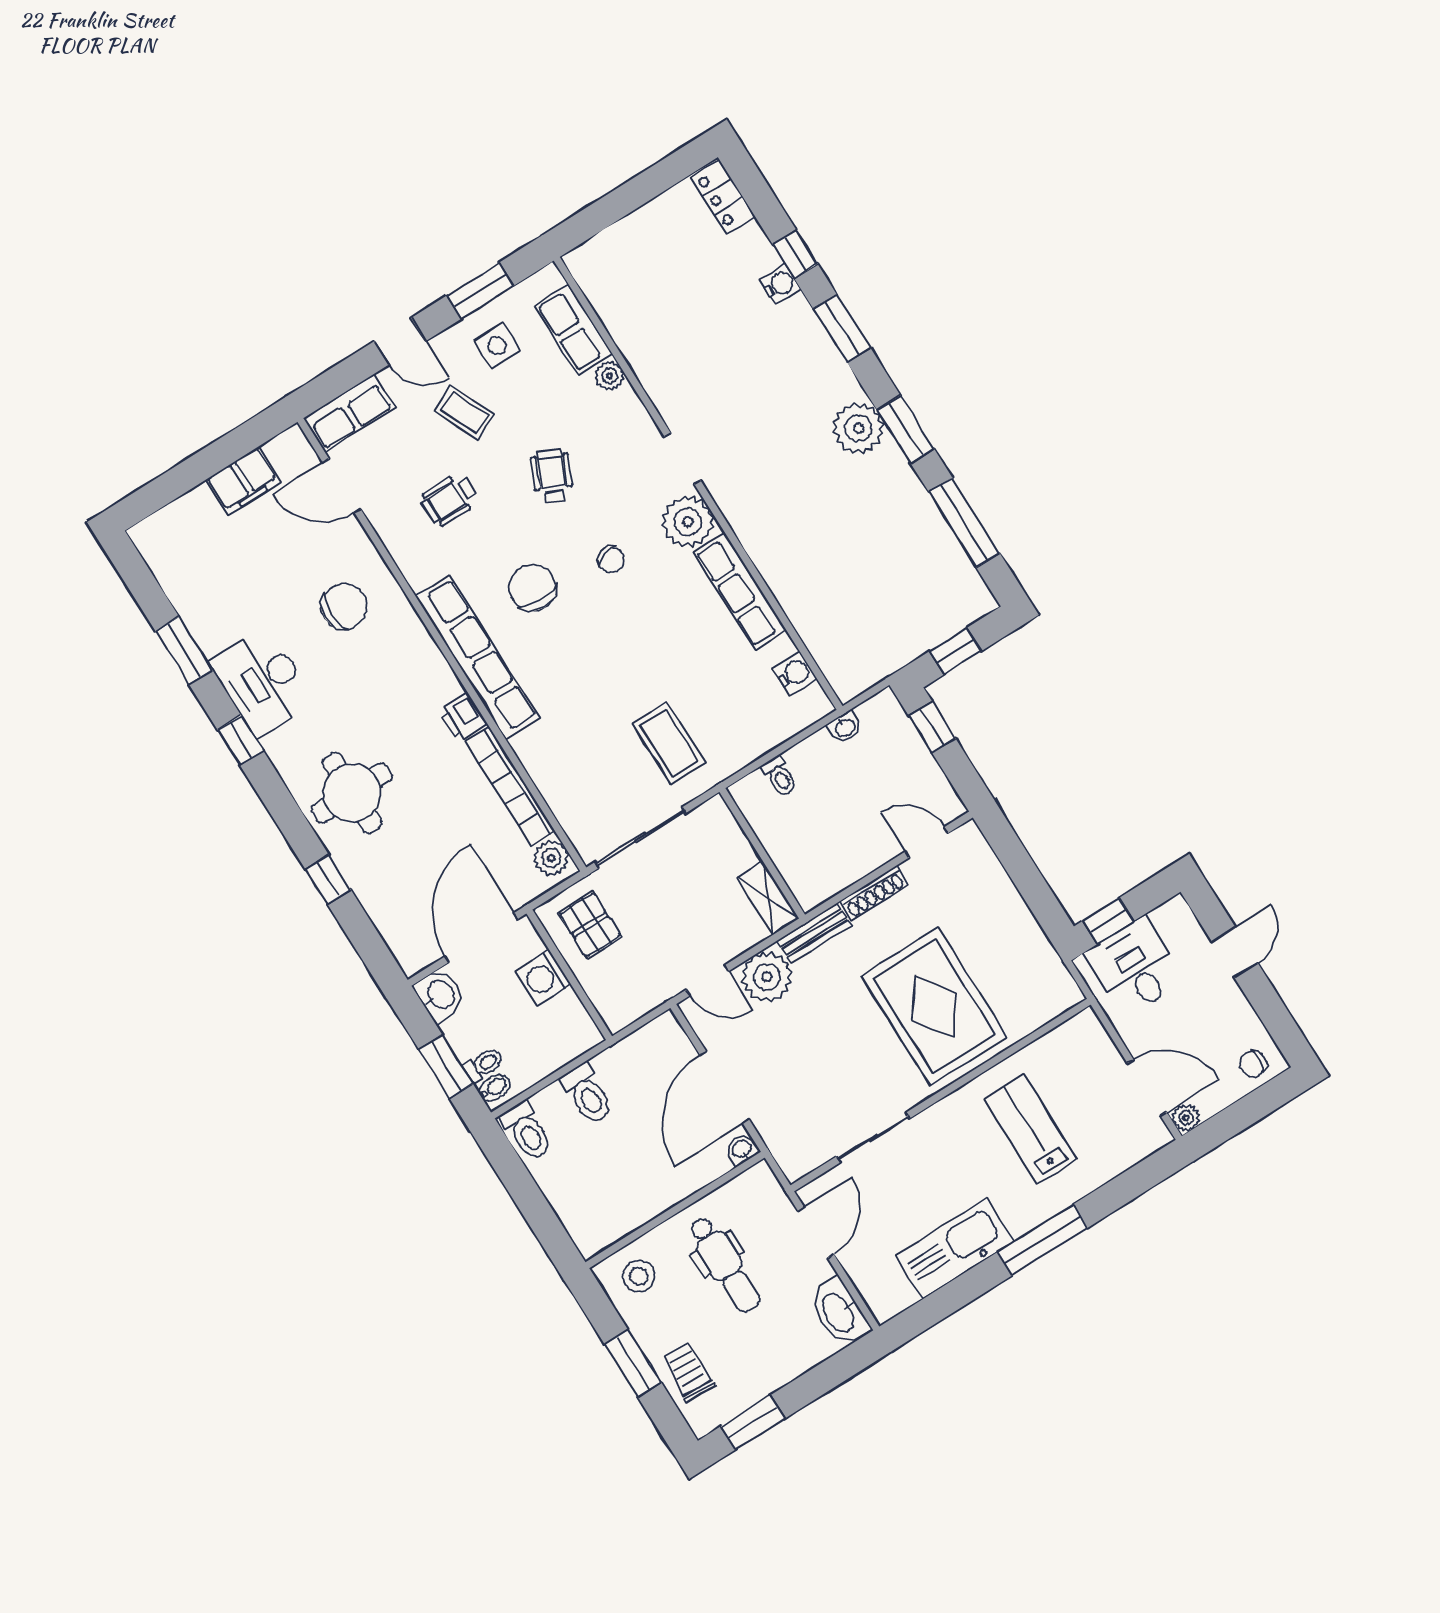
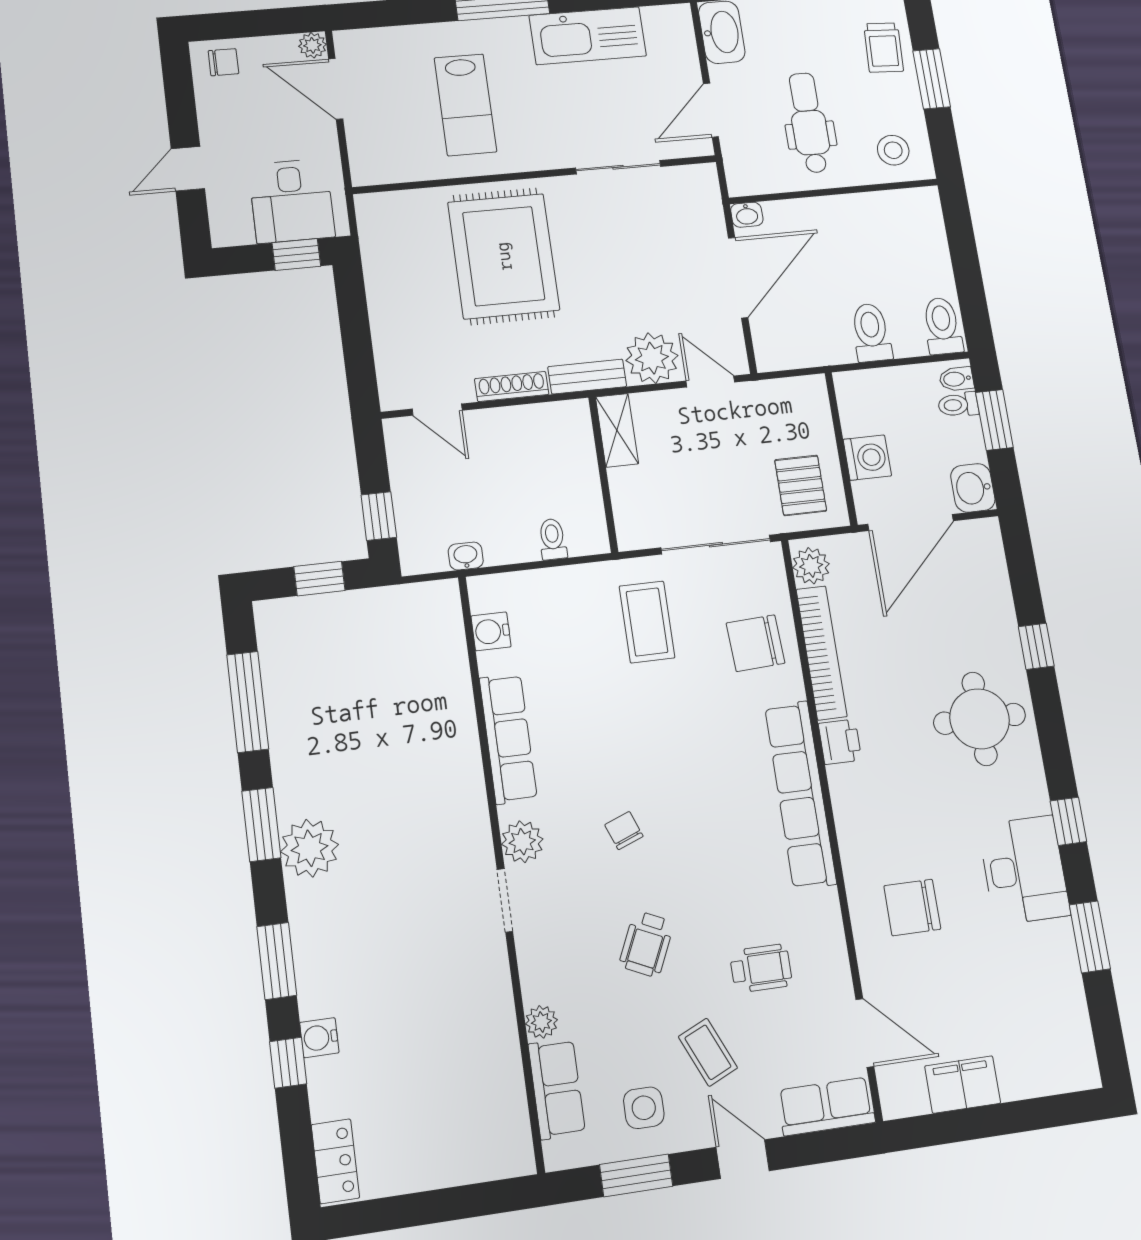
plant: (688, 522) -> (522, 842), width x0.73, depth x0.73
chair: (532, 588) -> (756, 643), moved, turned 87

